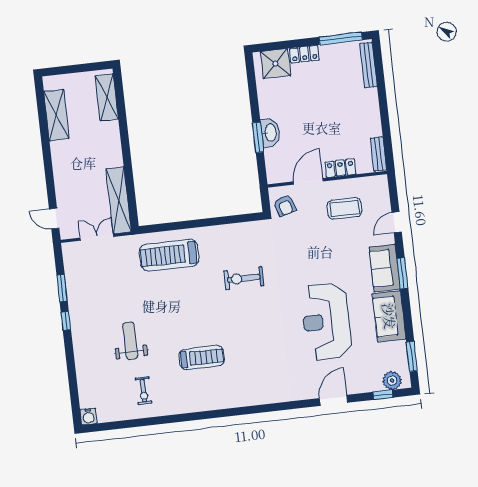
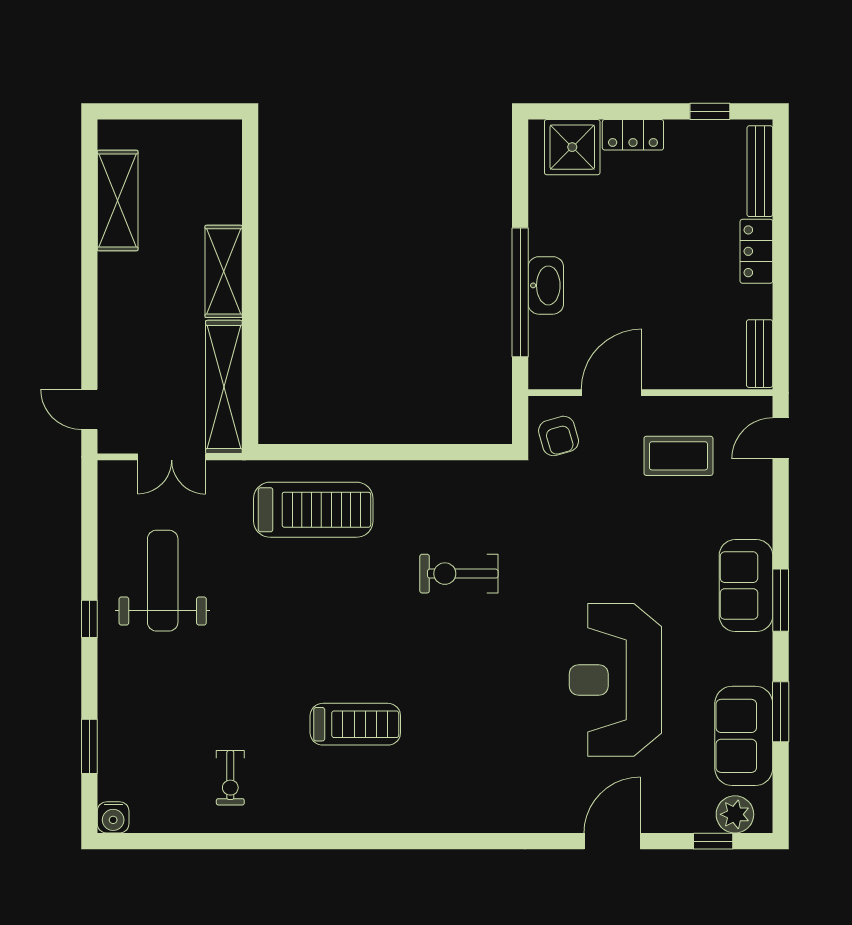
window: (341, 39) -> (710, 111), width x0.46
shelving: (107, 97) -> (224, 271), moved
window: (258, 137) -> (520, 292), width x2.11
locker: (340, 168) -> (756, 251), moved, turned -90
door: (397, 222) -> (781, 438), moved
double door: (97, 237) -> (172, 457), swing flipped
treadmill: (169, 255) -> (313, 510), turned 180
window: (62, 288) -> (89, 746), moved
sofa: (389, 316) -> (744, 736), moved
weight bench: (130, 341) -> (163, 581), moved, width x1.36, depth x1.33
window: (412, 356) -> (781, 712), moved

